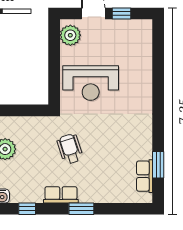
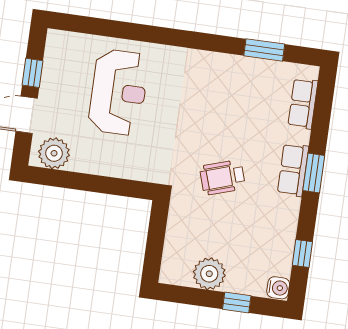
reception desk: (91, 83) -> (118, 92), moved
row of seats: (145, 176) -> (303, 104), moved, turned 90
row of seats: (61, 195) -> (293, 170), moved

